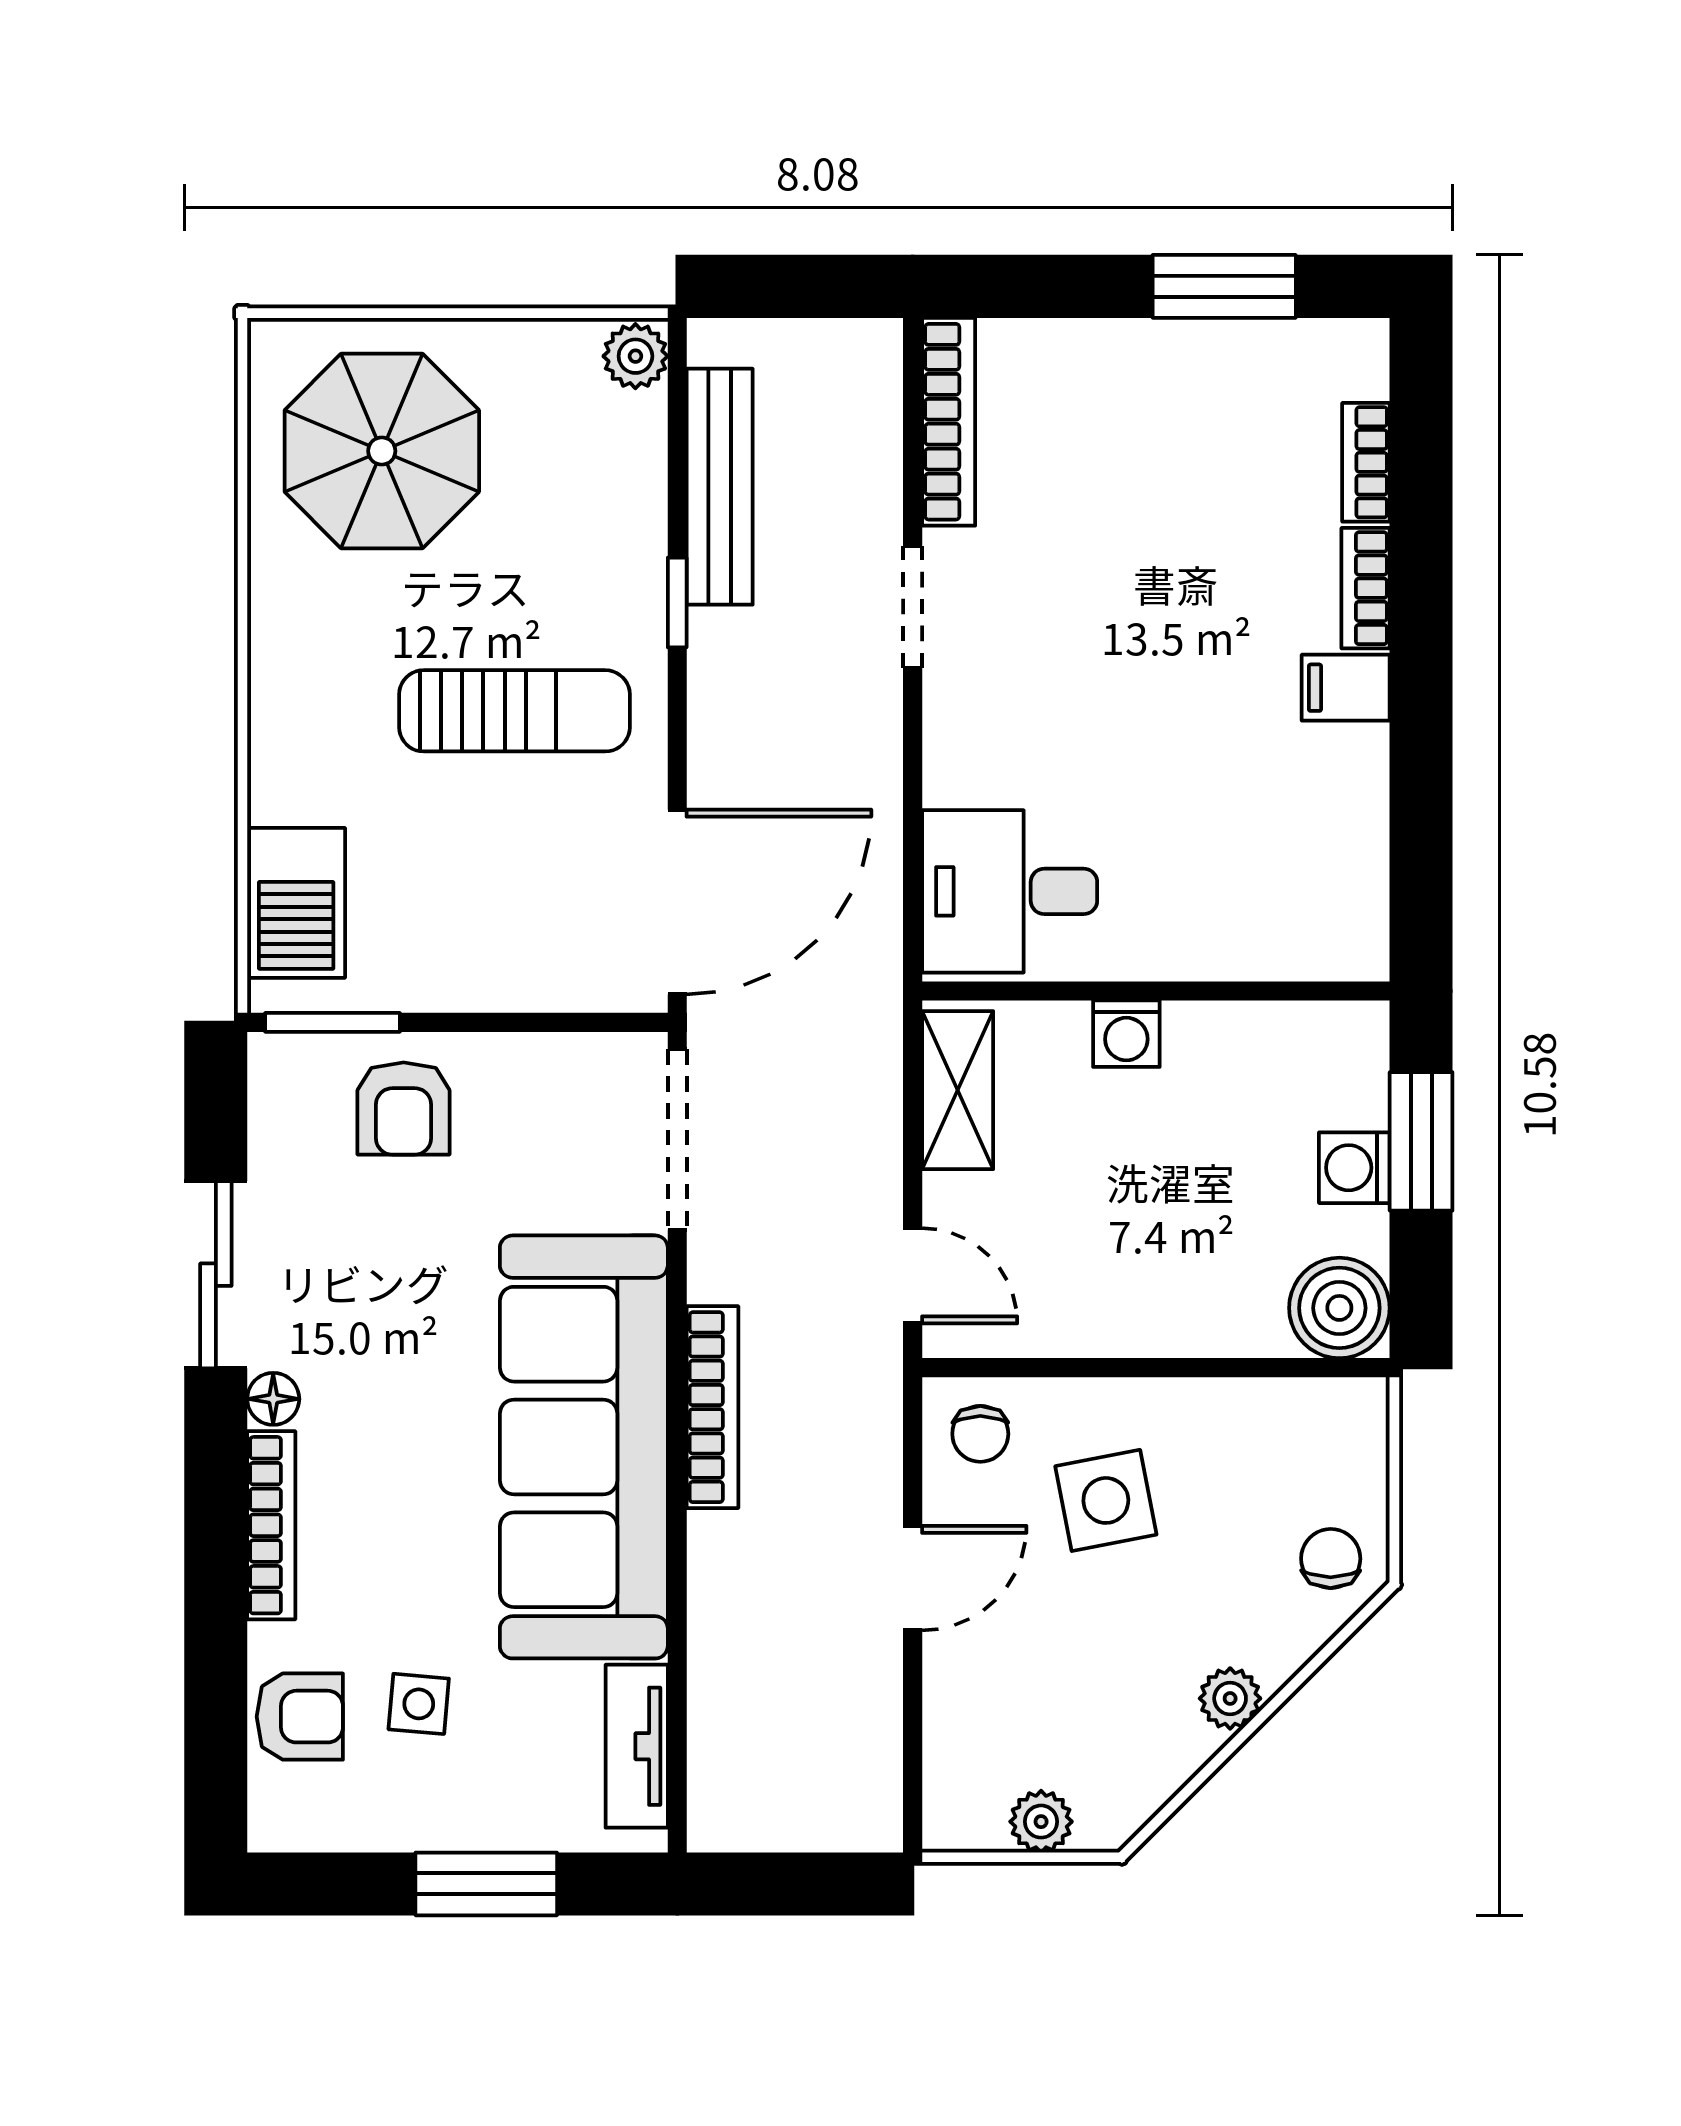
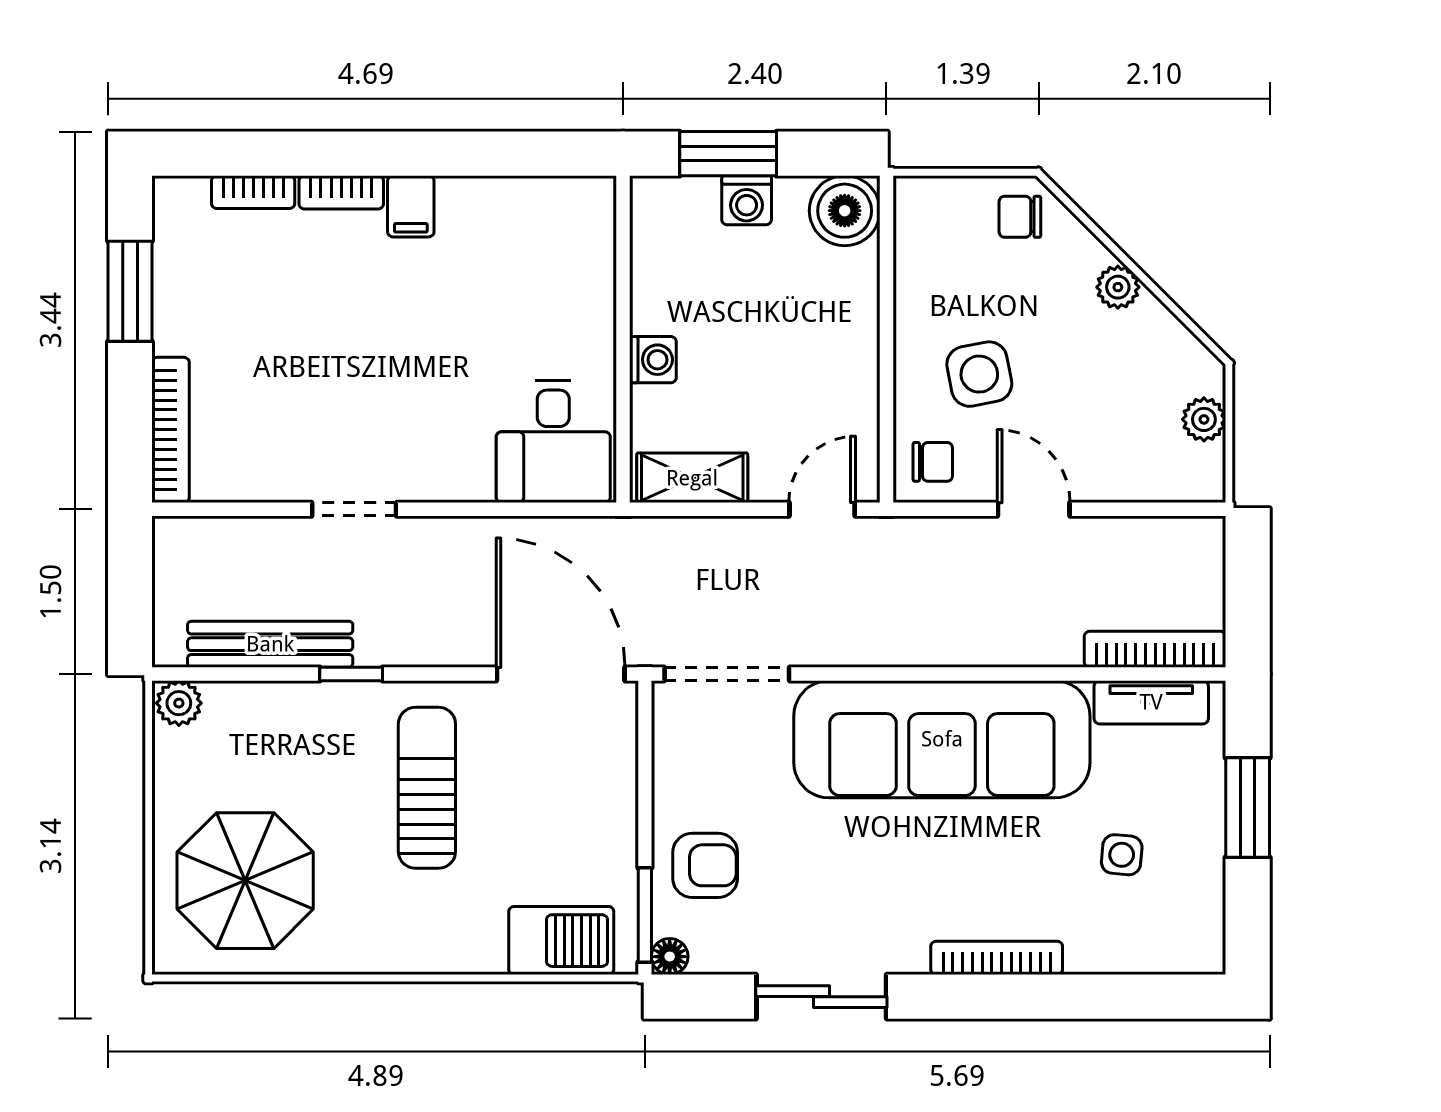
bookcase: (949, 422) -> (171, 430), moved, turned 90
floor lamp: (273, 1399) -> (670, 957), moved
bookcase: (712, 1407) -> (1155, 649), moved
armchair: (300, 1717) -> (1131, 938), removed

